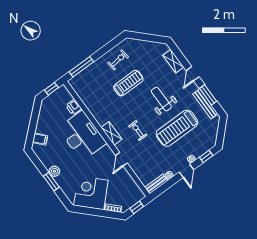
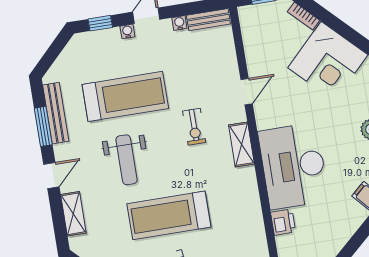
treadmill: (128, 83) -> (169, 215), width x1.37, depth x1.38

